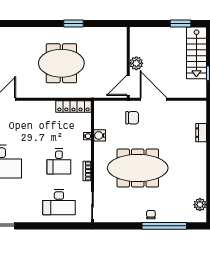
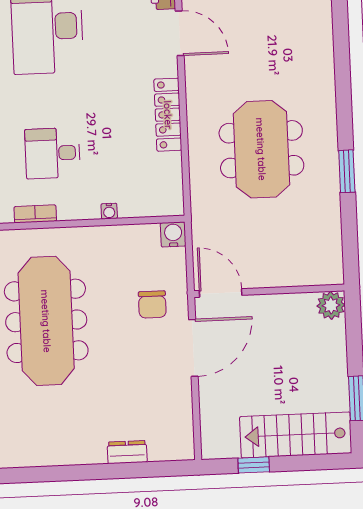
plant: (136, 63) -> (331, 305), moved
locker: (73, 107) -> (168, 115), moved
water cooler: (100, 135) -> (173, 234), moved

